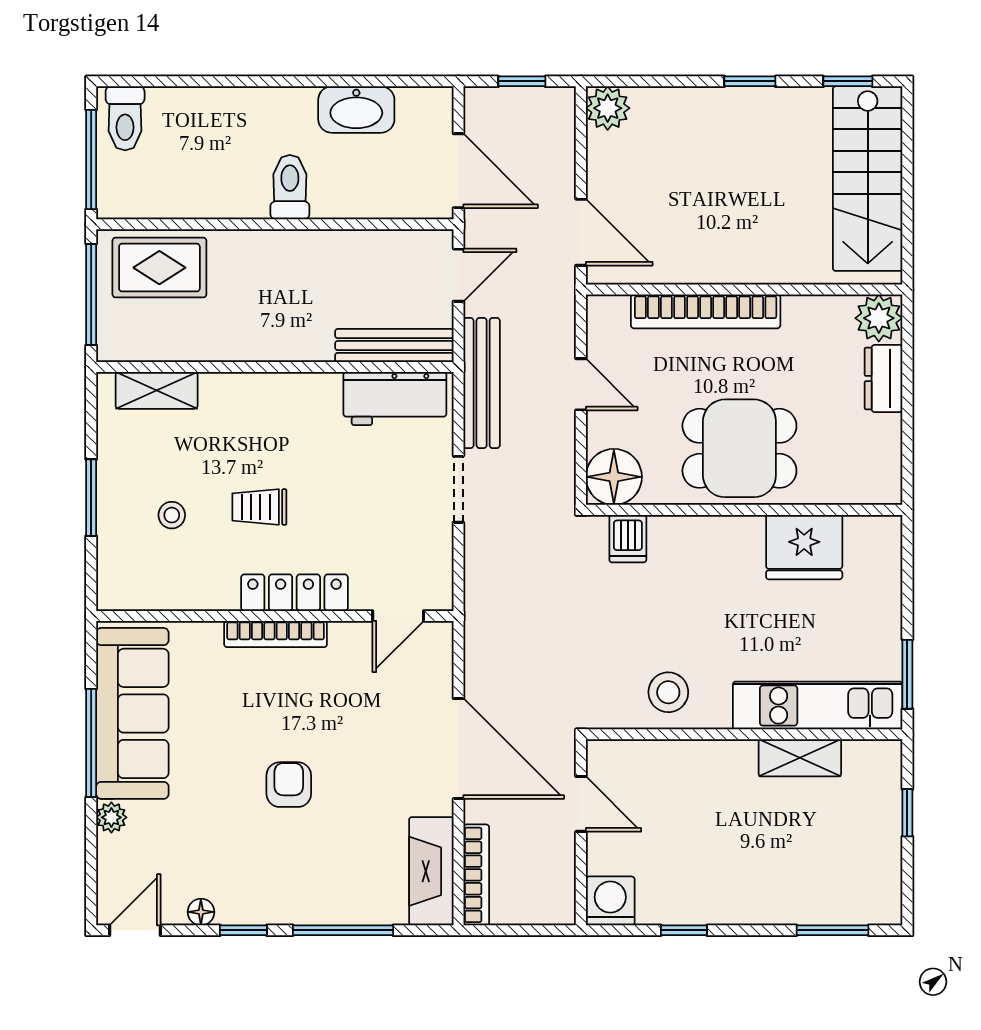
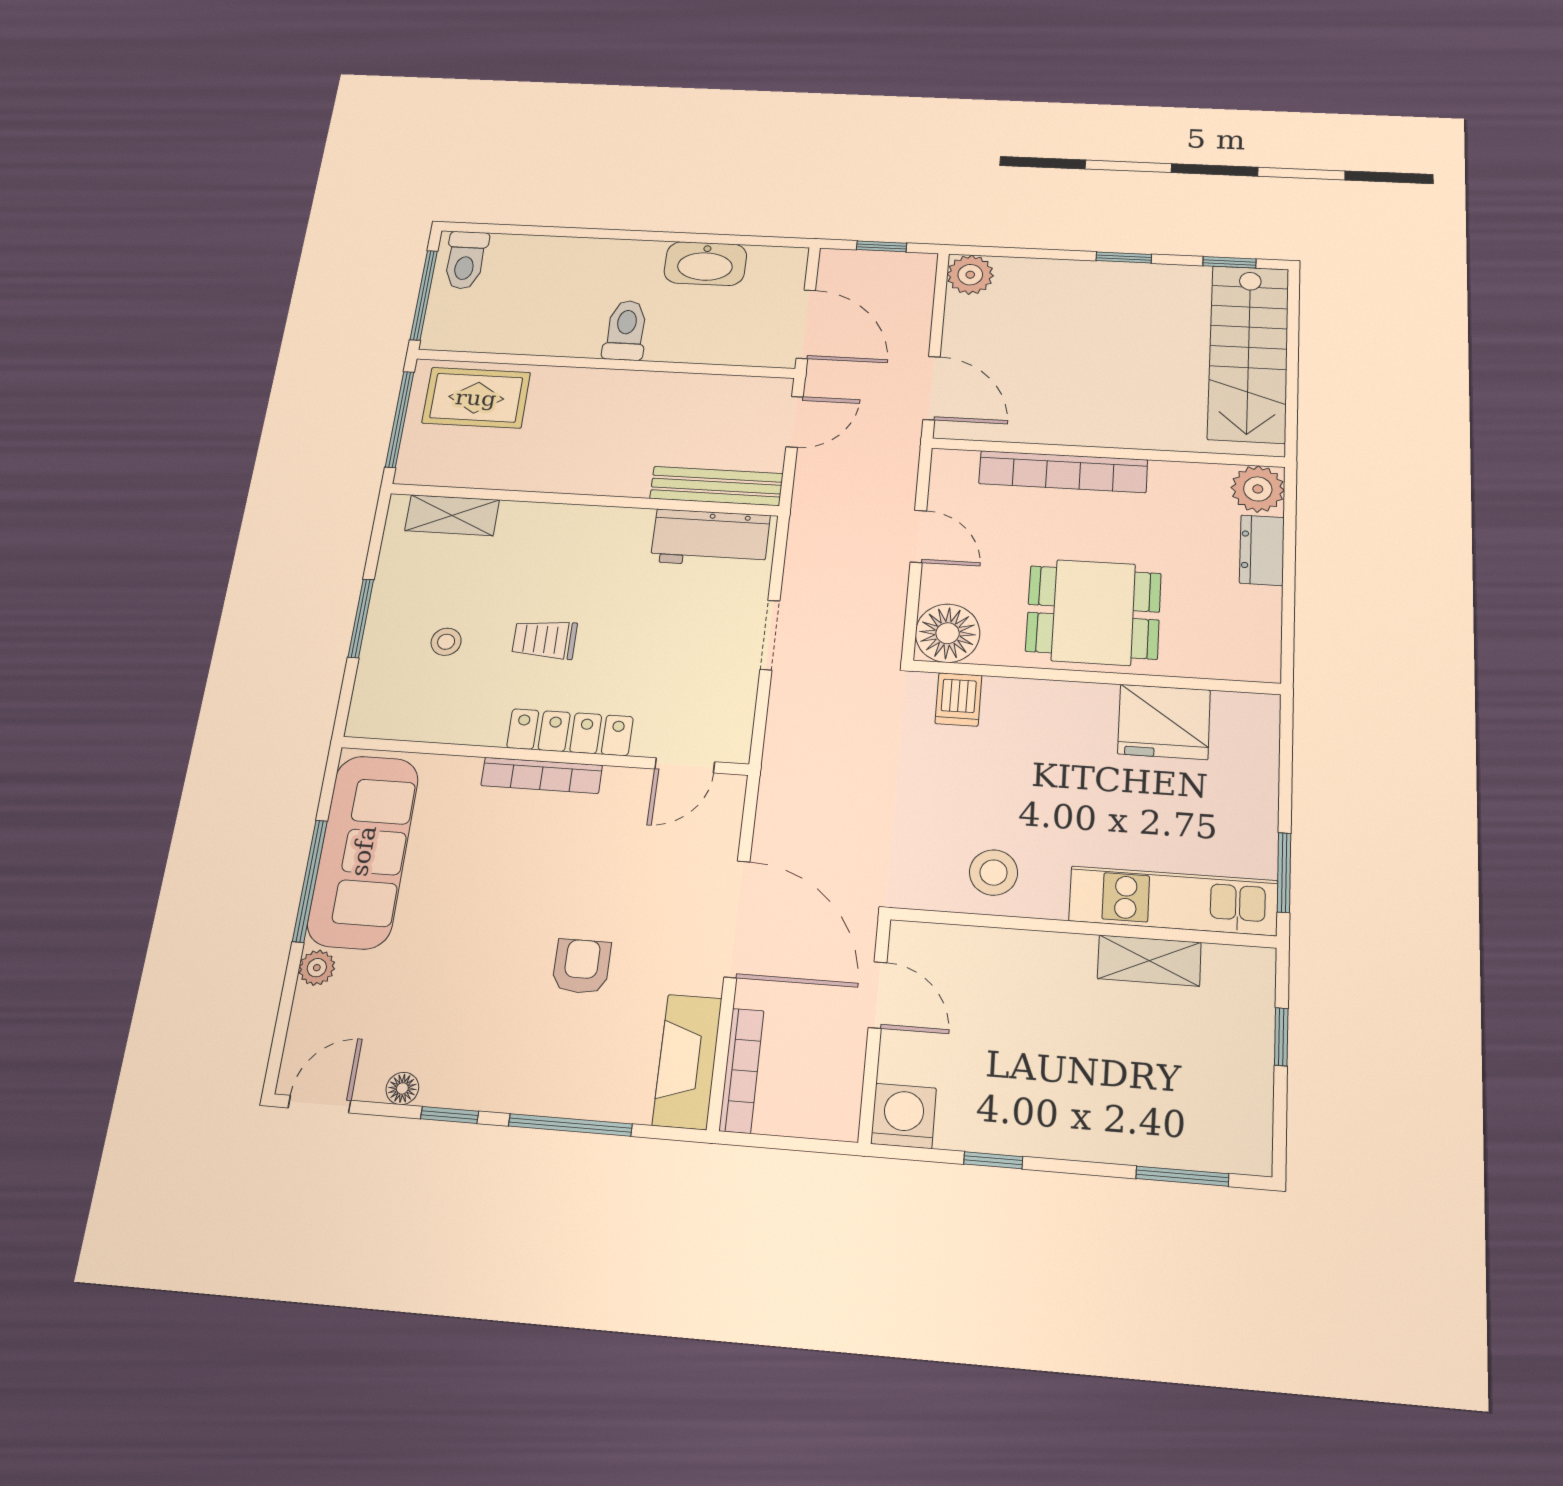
bench: (482, 383) -> (808, 529), removed
armchair: (289, 785) -> (581, 966), moved

